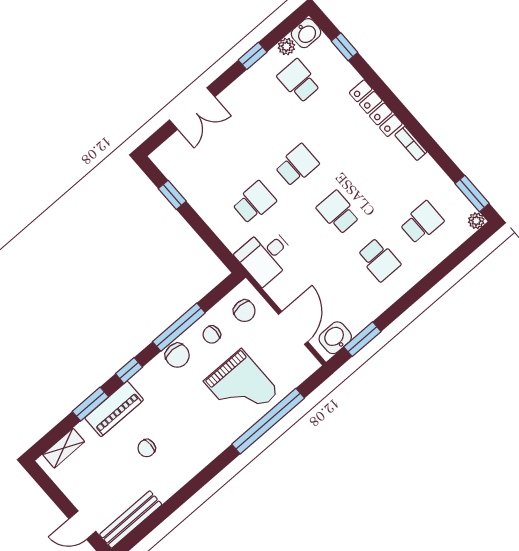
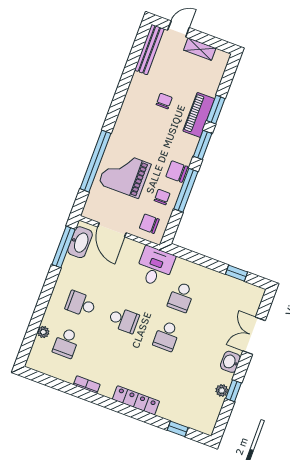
washbasin: (306, 33) -> (230, 362), moved
plant: (286, 46) -> (222, 390), moved
school desk: (299, 81) -> (195, 391), removed
bookcase: (411, 143) -> (87, 385), moved
window: (472, 193) -> (44, 379), removed
plant: (476, 221) -> (43, 332), moved
washbasin: (335, 338) -> (80, 242), width x1.38
window: (362, 339) -> (63, 247), width x1.44
window: (129, 370) -> (203, 145), width x1.50
shelving: (64, 448) -> (200, 49), moved, turned 90

